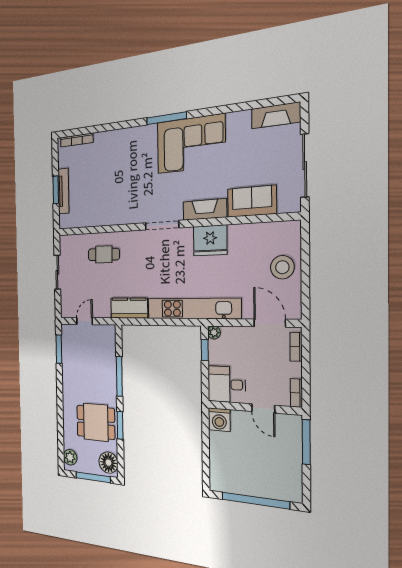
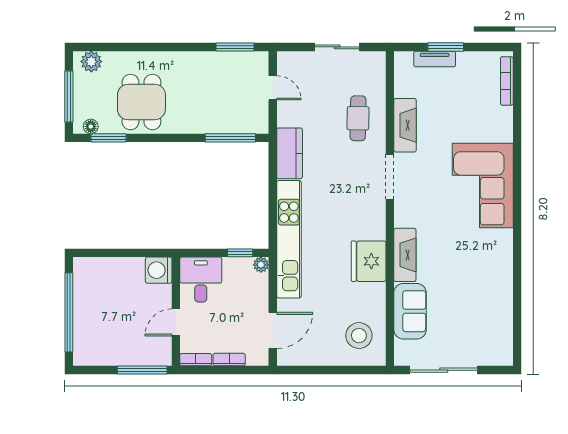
fireplace: (276, 115) -> (405, 125), moved, turned 180
window: (166, 118) -> (517, 208), removed
corner sofa: (191, 144) -> (483, 185), moved
tv unit: (63, 191) -> (435, 59), width x0.71
doorway: (162, 225) -> (390, 177), moved
stool: (282, 267) -> (359, 336), moved
bookcase: (296, 347) -> (229, 360), moved
window: (119, 376) -> (230, 138), moved
window: (120, 425) -> (109, 138), moved
floor lamp: (108, 463) -> (91, 126), width x0.53, depth x0.53

